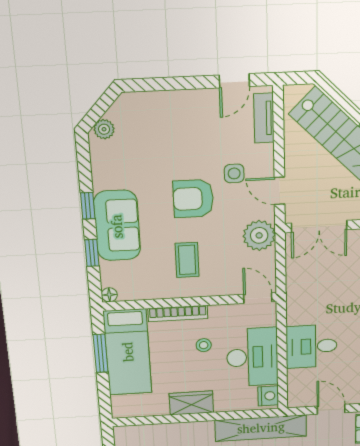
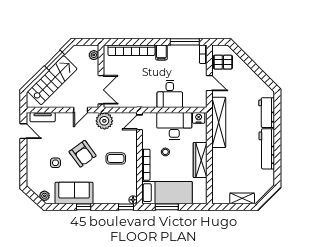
side table: (234, 173) -> (55, 163), moved
armchair: (193, 199) -> (83, 154), turned -36
sofa: (117, 226) -> (74, 193), moved
window: (92, 253) -> (126, 207), moved
wardrobe: (191, 403) -> (200, 160), width x1.50
door: (331, 409) -> (209, 83), swing flipped

